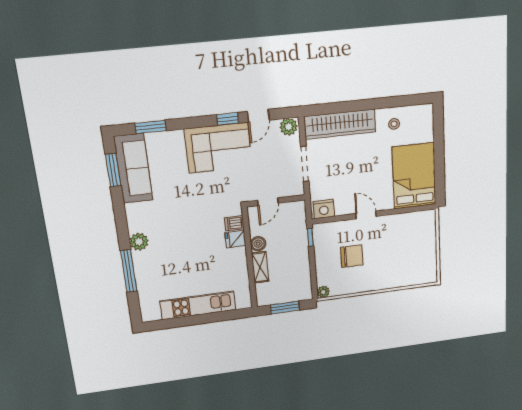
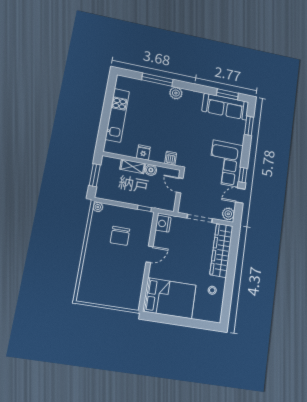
door: (258, 116) -> (240, 196), hinge flipped
fridge: (235, 239) -> (143, 153), moved

